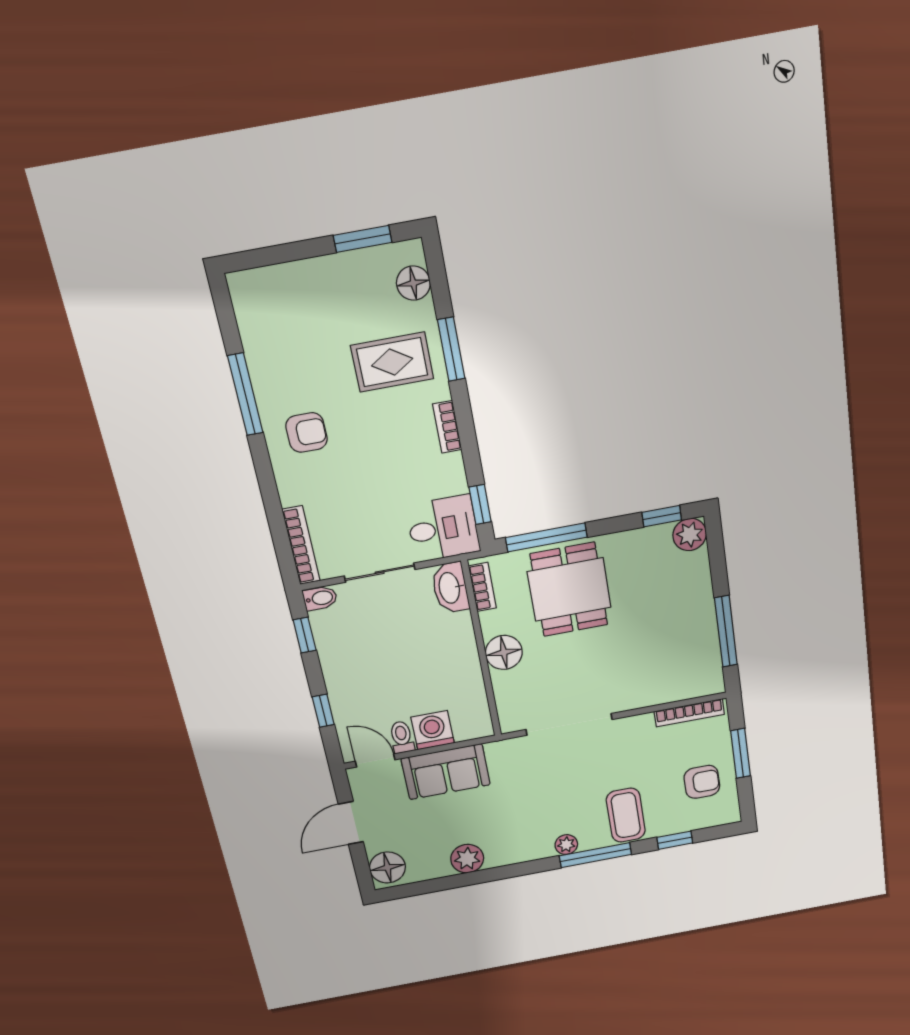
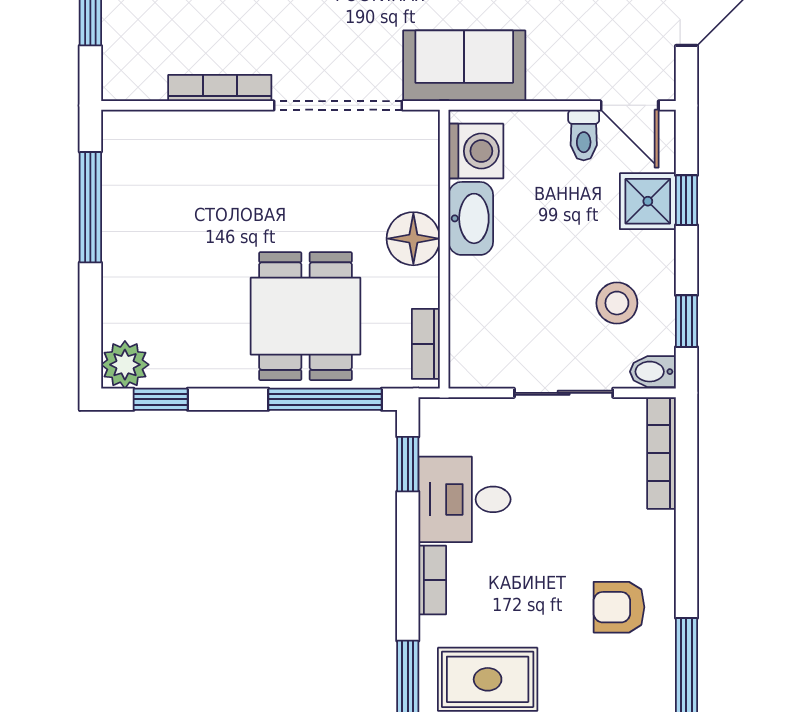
desk: (443, 528) -> (465, 499), moved
washbasin: (450, 588) -> (471, 218), moved
stool: (356, 638) -> (617, 303), added
shower: (349, 705) -> (648, 201), added
bookcase: (689, 713) -> (220, 88), moved
washing machine: (433, 730) -> (476, 151), moved, turned -90
sofa: (446, 772) -> (464, 66), moved

